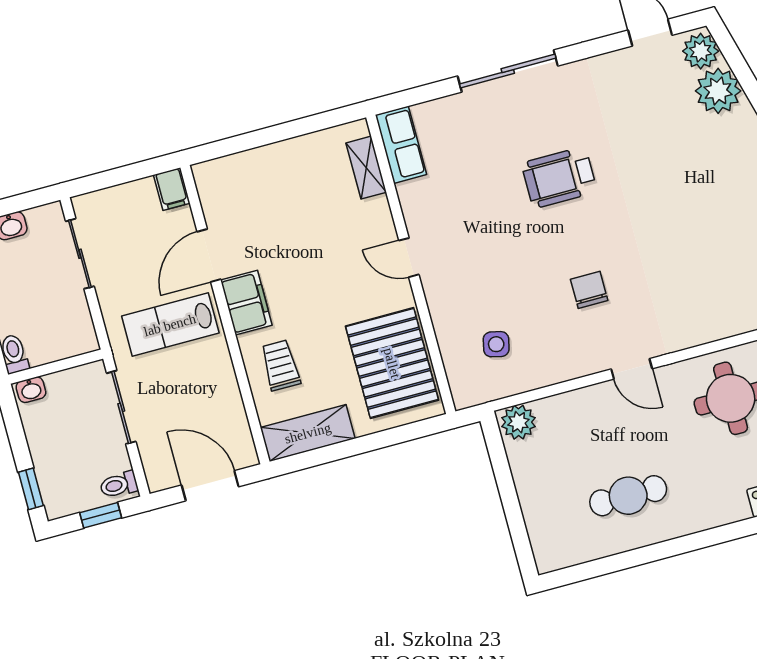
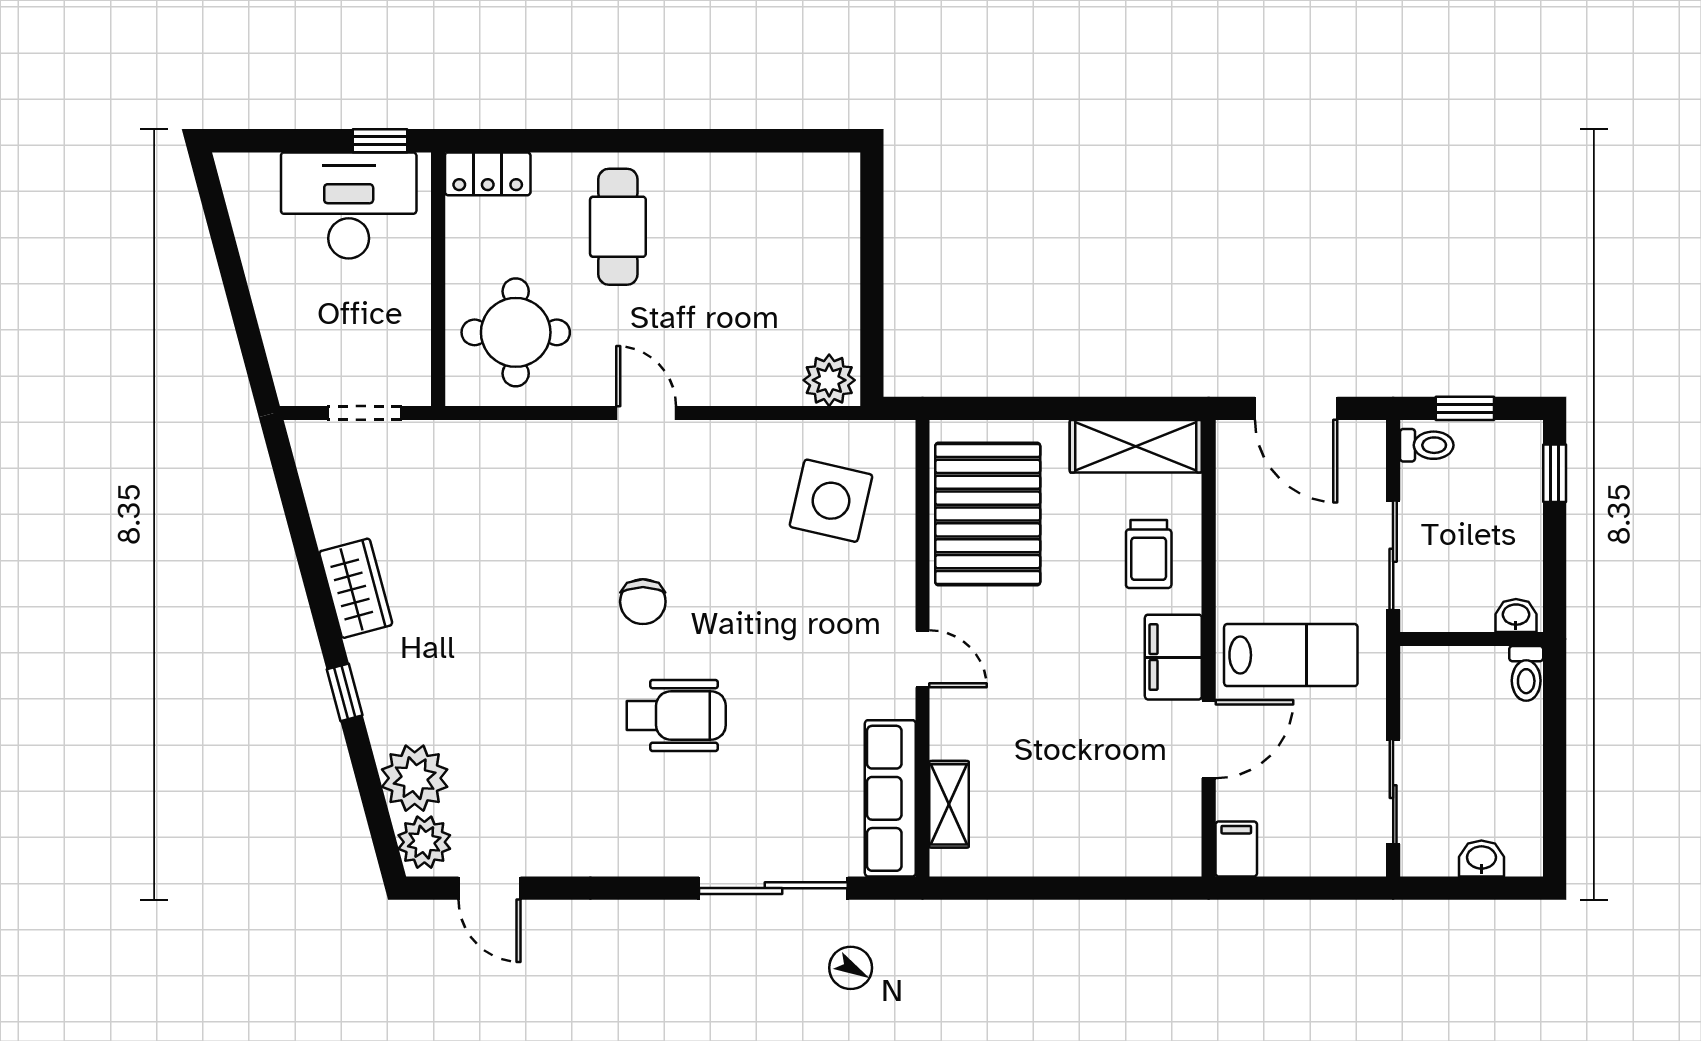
sliding door: (508, 71) -> (773, 888), moved
row of seats: (401, 145) -> (890, 798), width x1.48
chair: (589, 290) -> (643, 602), moved
side table: (496, 344) -> (831, 501), width x1.87, depth x1.87
cafe table: (628, 496) -> (618, 227), moved, turned 90

